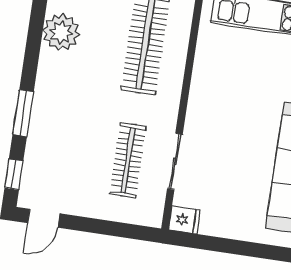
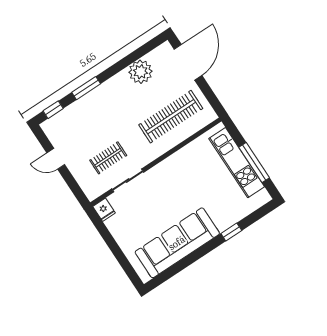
clothes rail: (128, 160) -> (108, 158), width x0.73
door: (44, 218) -> (56, 159), moved

